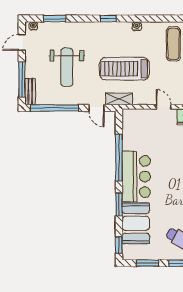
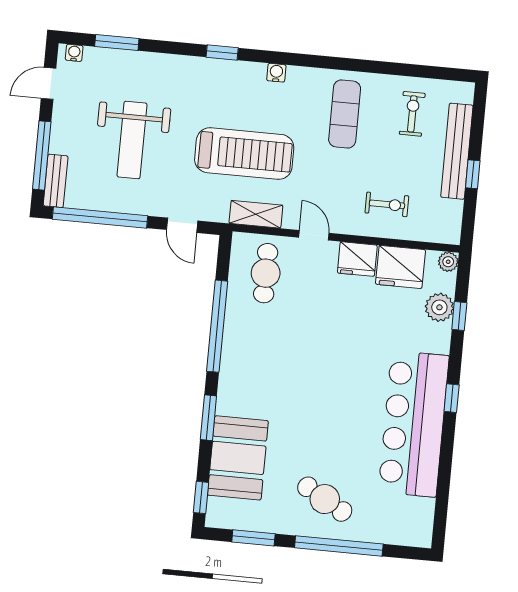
treadmill: (124, 69) -> (244, 154), turned 180
shelving: (119, 99) -> (256, 214), moved
cafe table: (141, 128) -> (266, 273), added
bar counter: (136, 177) -> (247, 367), removed

